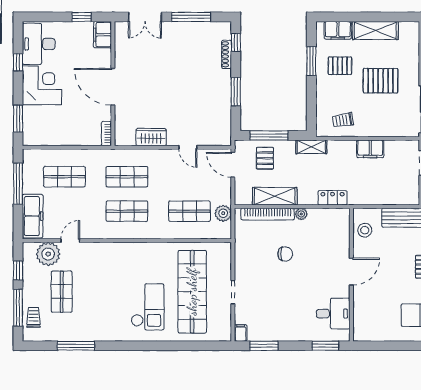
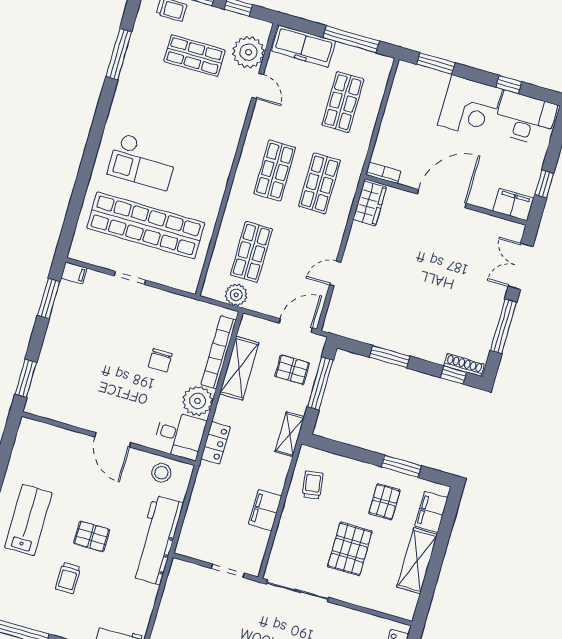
shoe rack: (227, 54) -> (464, 365), moved
wardrobe: (151, 137) -> (370, 203), moved
plant: (301, 214) -> (198, 401), width x1.88, depth x1.88
desk: (333, 314) -> (180, 435), moved, turned -90

